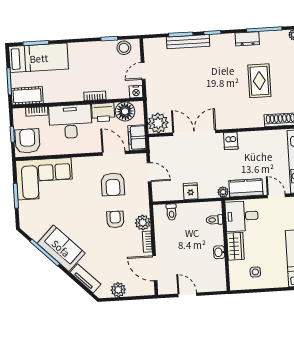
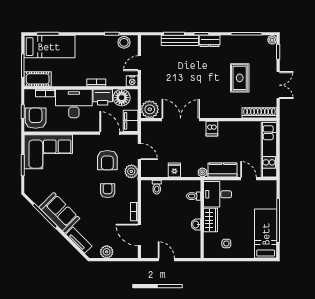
dresser: (247, 39) -> (210, 41), moved
plant: (143, 223) -> (131, 171), moved

